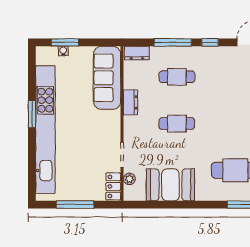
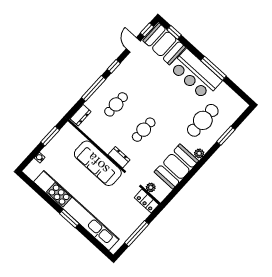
window: (65, 42) -> (50, 136), moved
sofa: (107, 78) -> (98, 163), moved
dresser: (131, 102) -> (119, 157), moved
window: (32, 114) -> (69, 219), moved
plant: (202, 195) -> (199, 153), added

